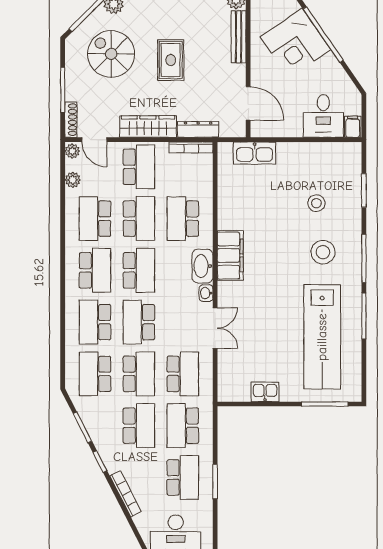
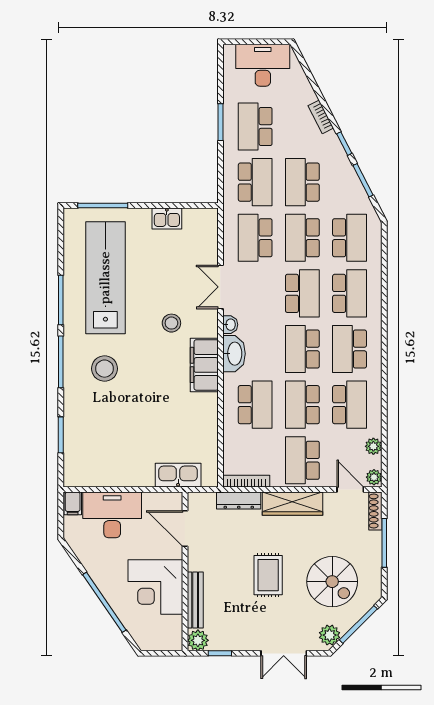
corner desk: (296, 43) -> (155, 587), moved, turned -146
desk: (323, 116) -> (112, 515), width x1.37
stool: (316, 203) -> (171, 323), moved
bookcase: (125, 494) -> (321, 117), width x0.64

